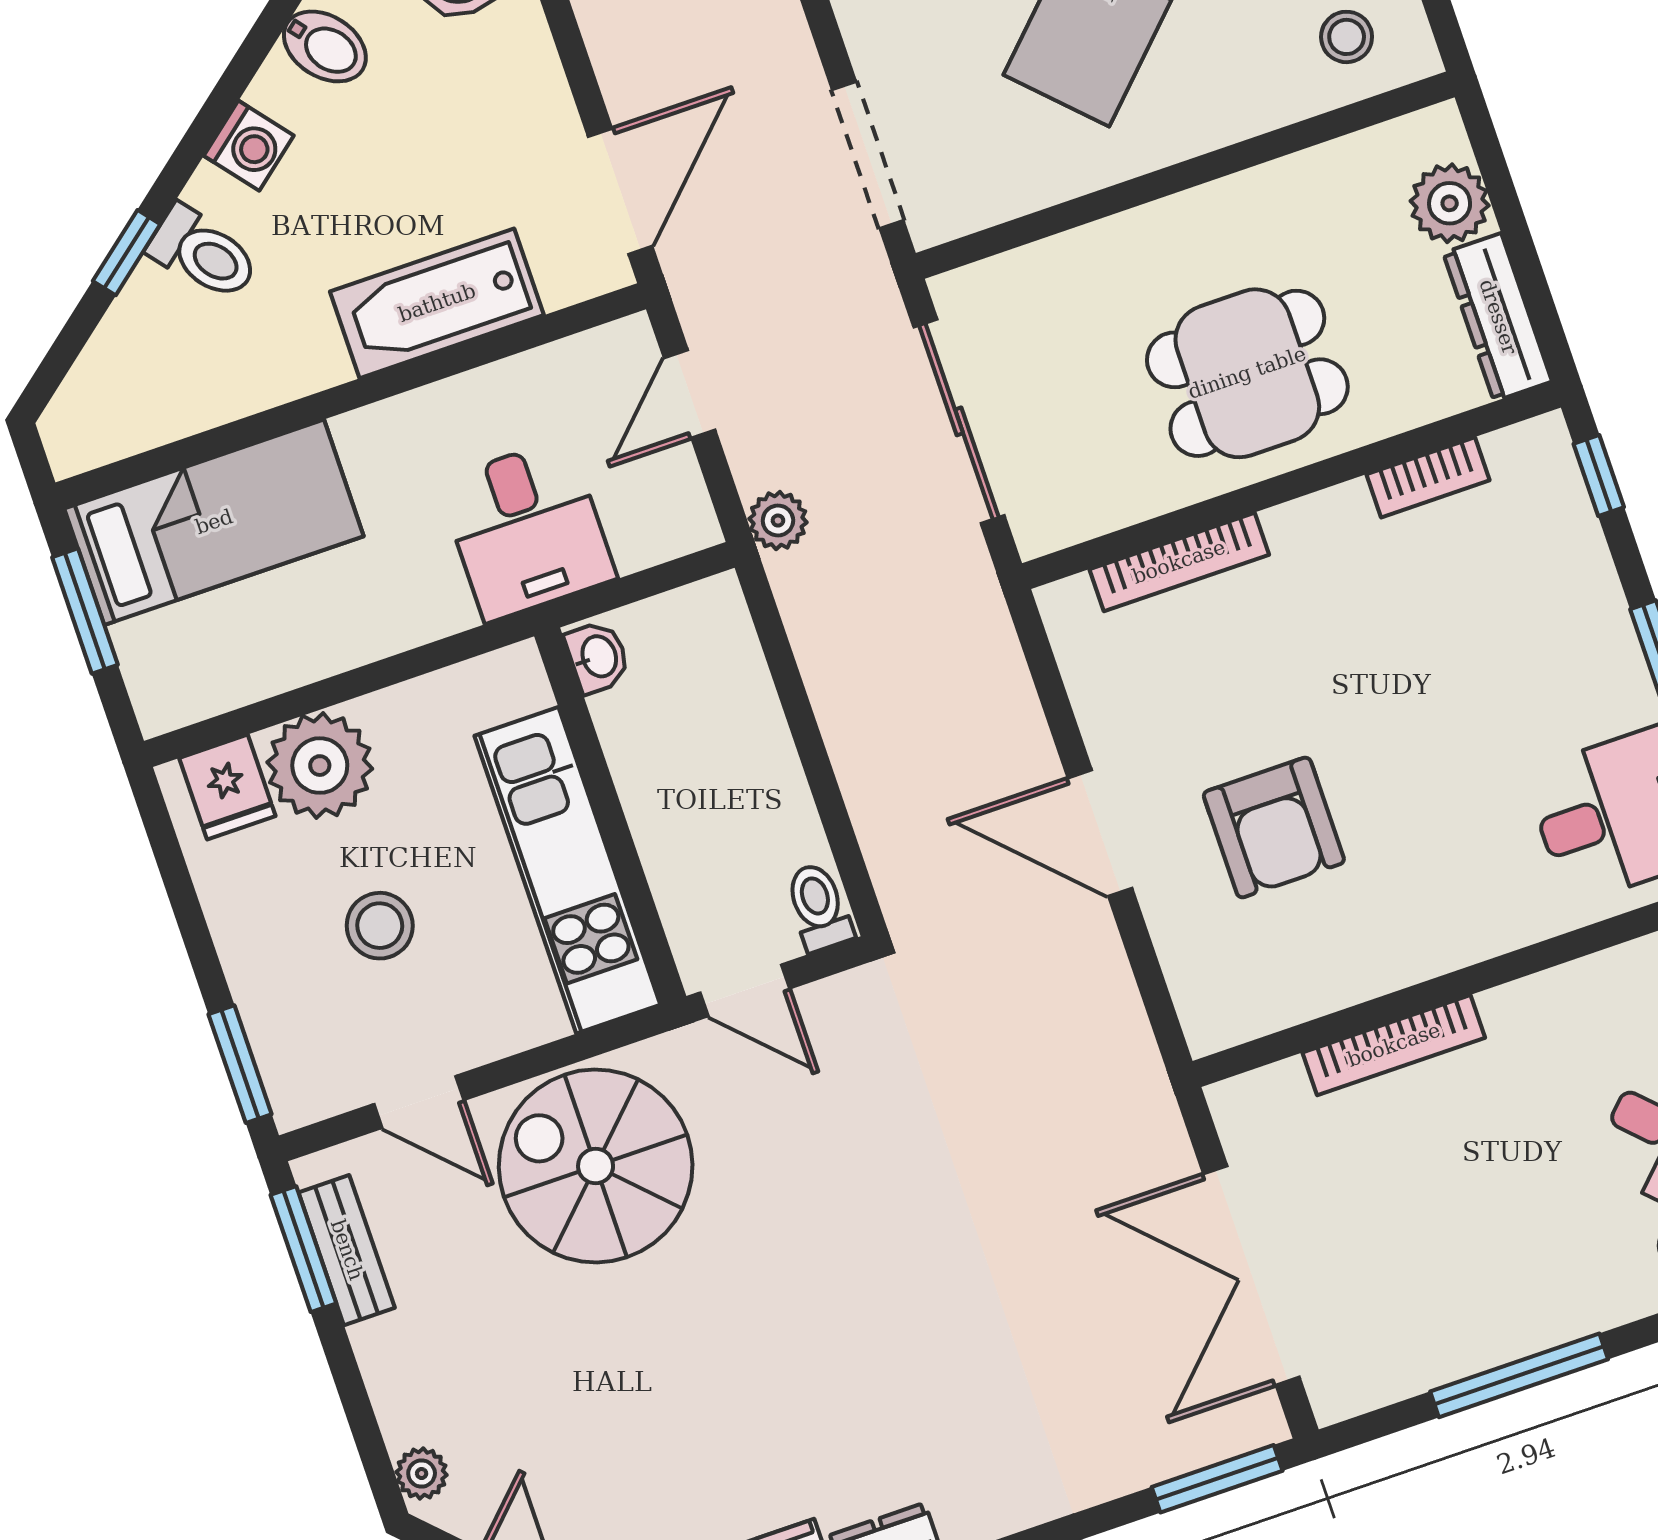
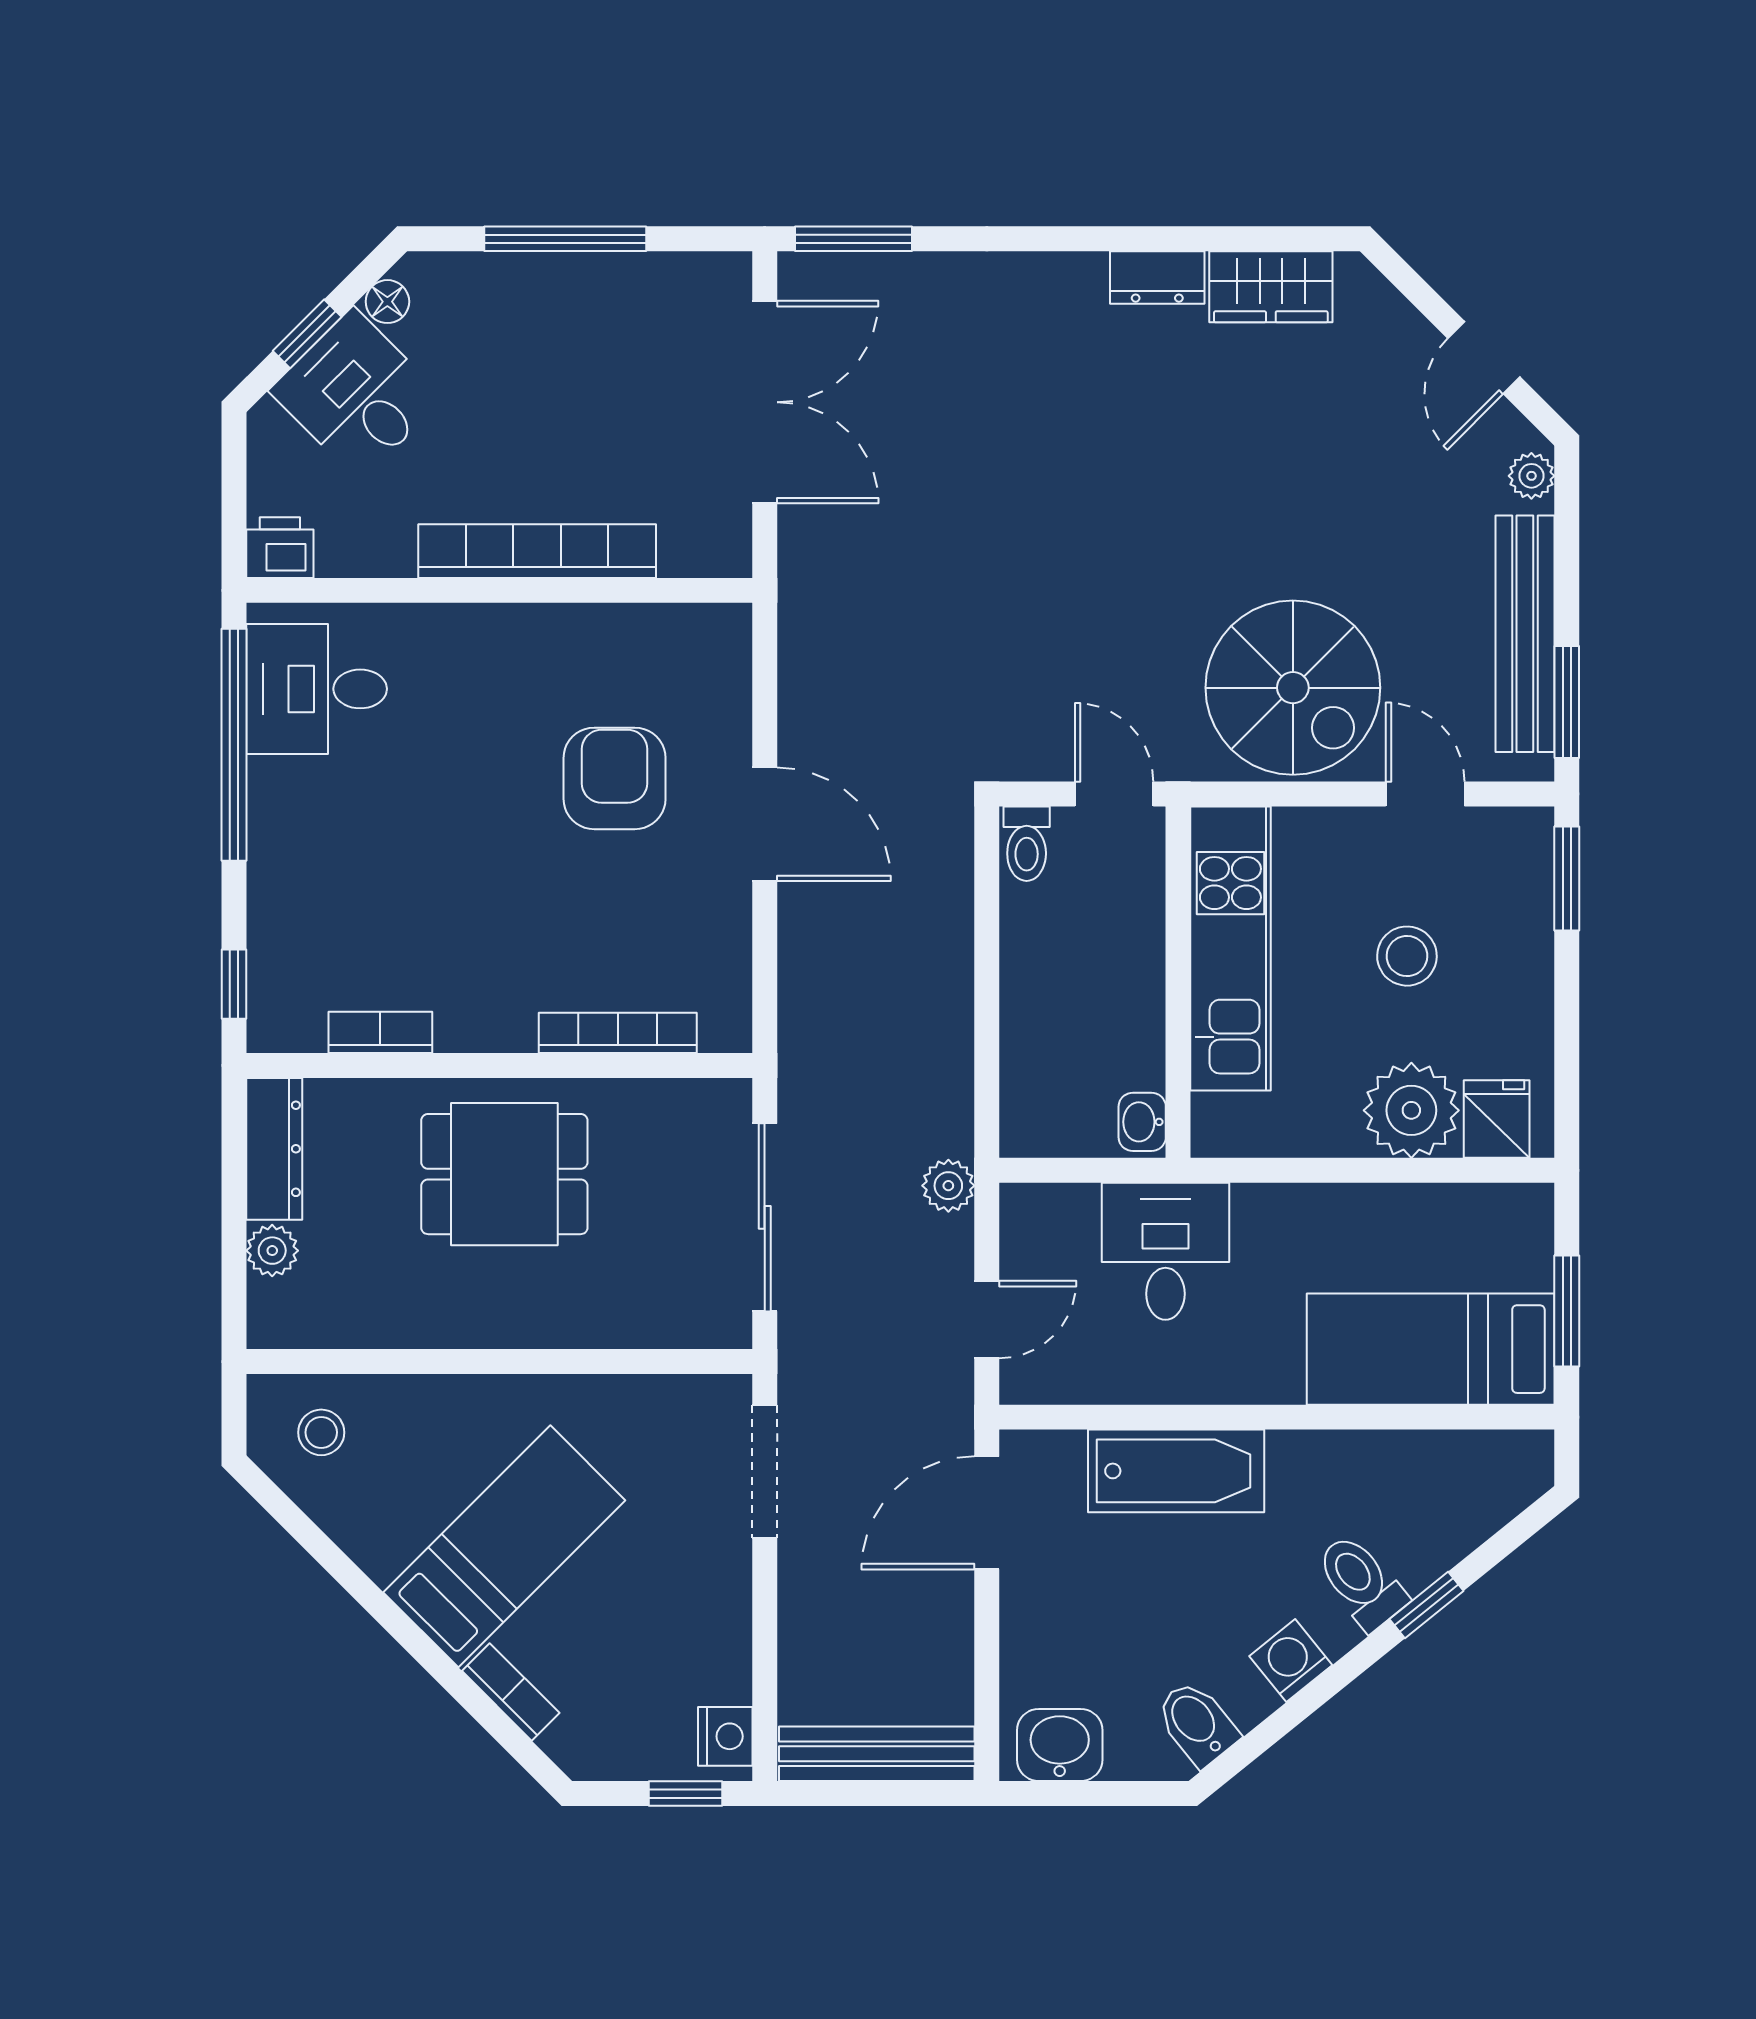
plant: (1450, 203) -> (272, 1251), width x0.73, depth x0.73
bookcase: (1394, 1045) -> (537, 551), width x1.48, depth x1.31
bench: (347, 1250) -> (1525, 634), width x1.86, depth x1.21

